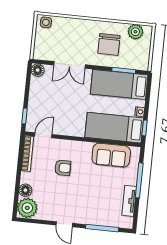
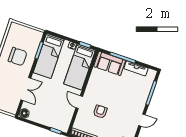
plant: (135, 32) -> (13, 35), removed
door: (43, 135) -> (79, 102), moved
sofa: (111, 155) -> (110, 63), moved, turned 90

